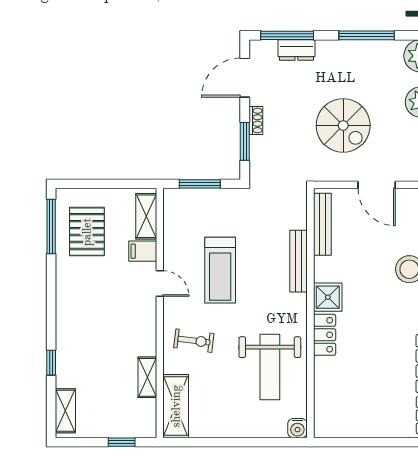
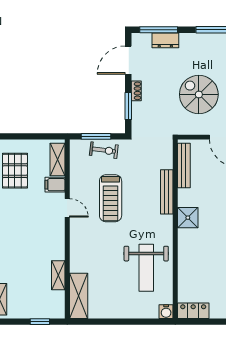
spiral stairs: (343, 125) -> (199, 94), turned 180
locker: (325, 335) -> (193, 311), moved, turned -90
exercise bike: (194, 341) -> (104, 150), moved

